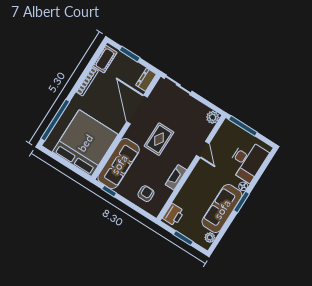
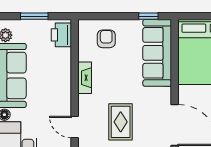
rug: (159, 139) -> (121, 122), moved
armchair: (146, 194) -> (106, 39), turned 180

